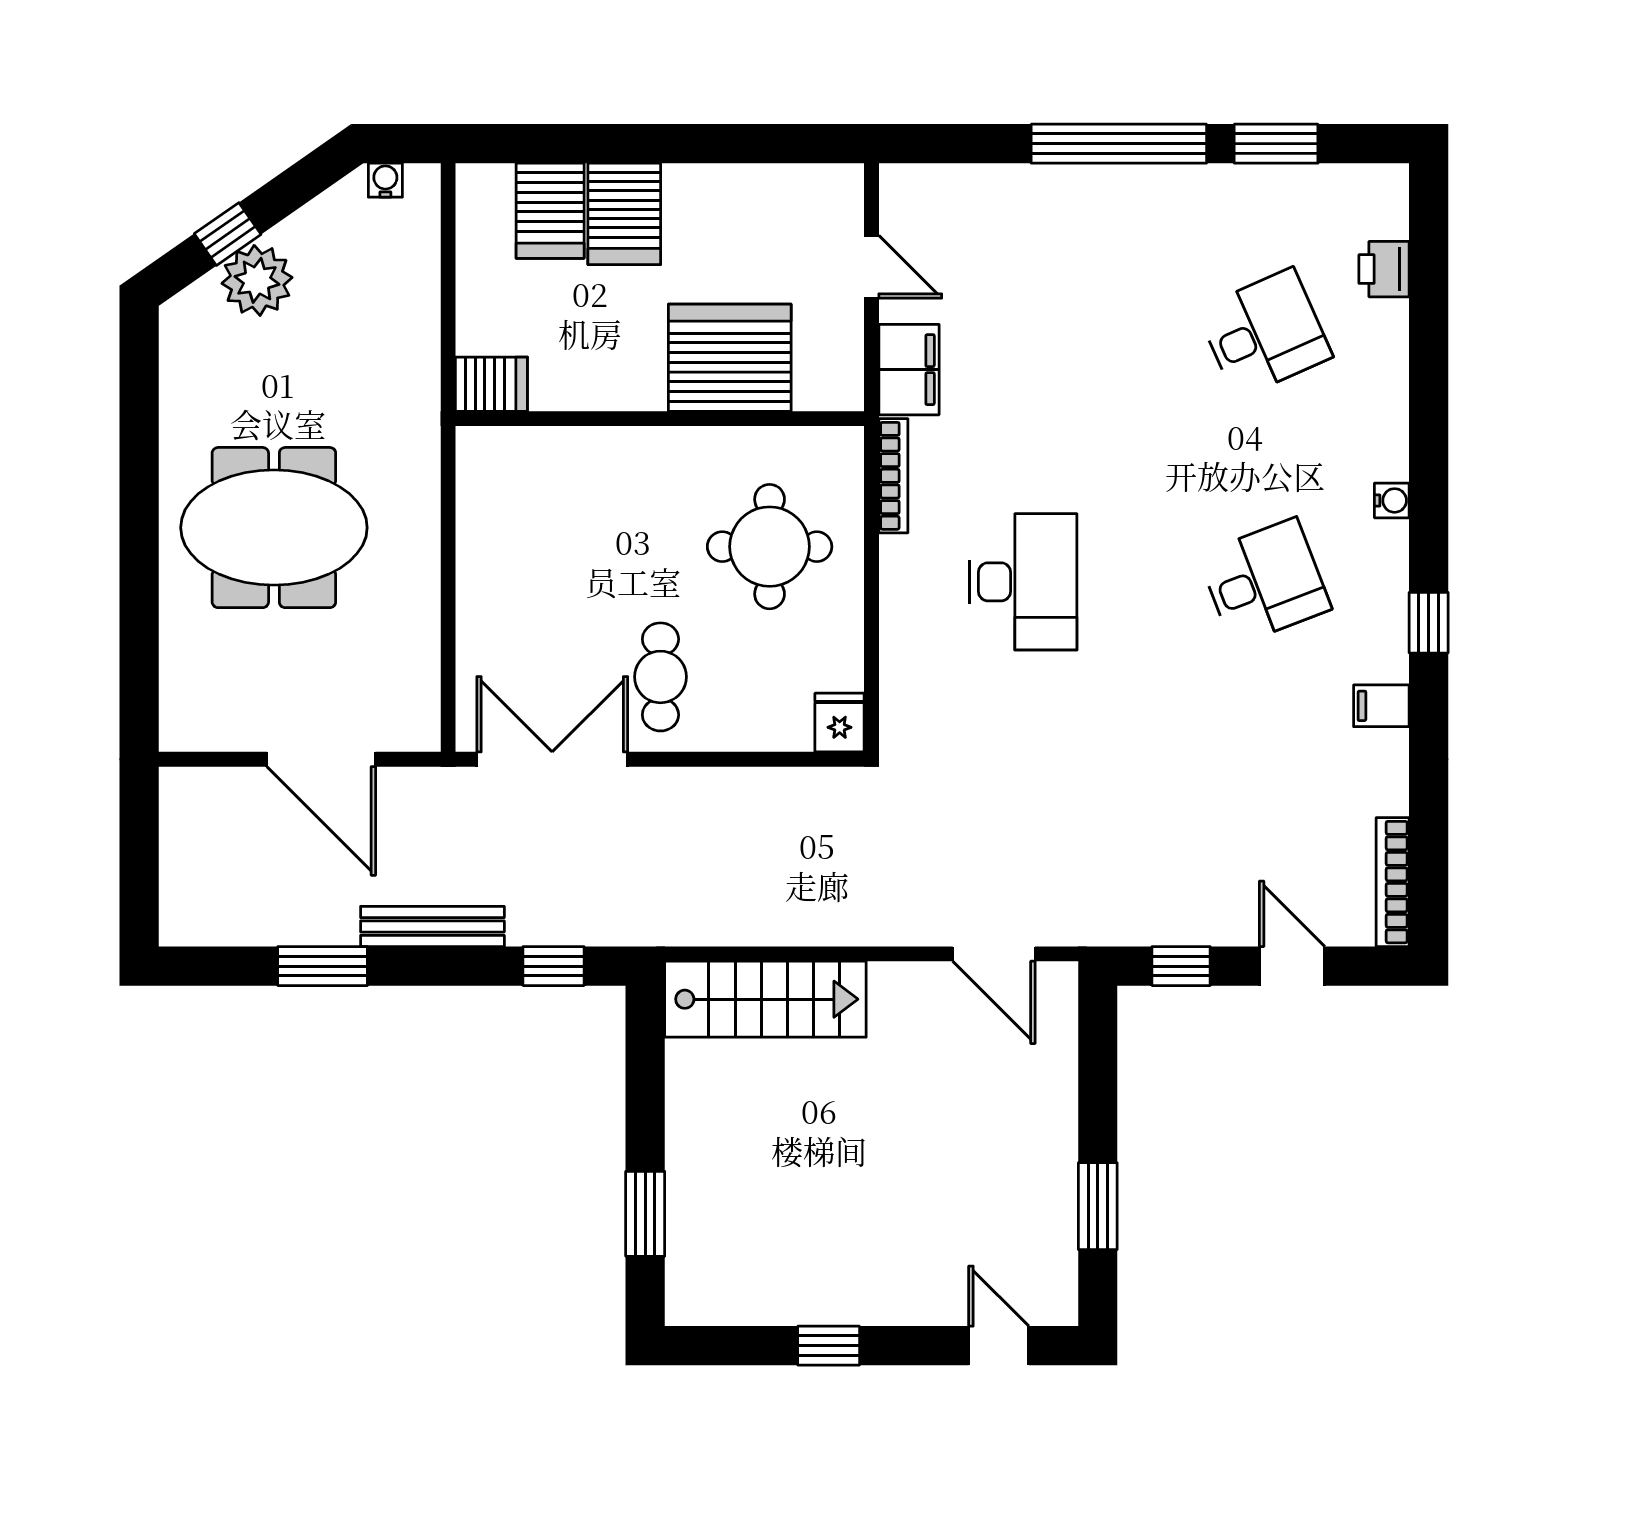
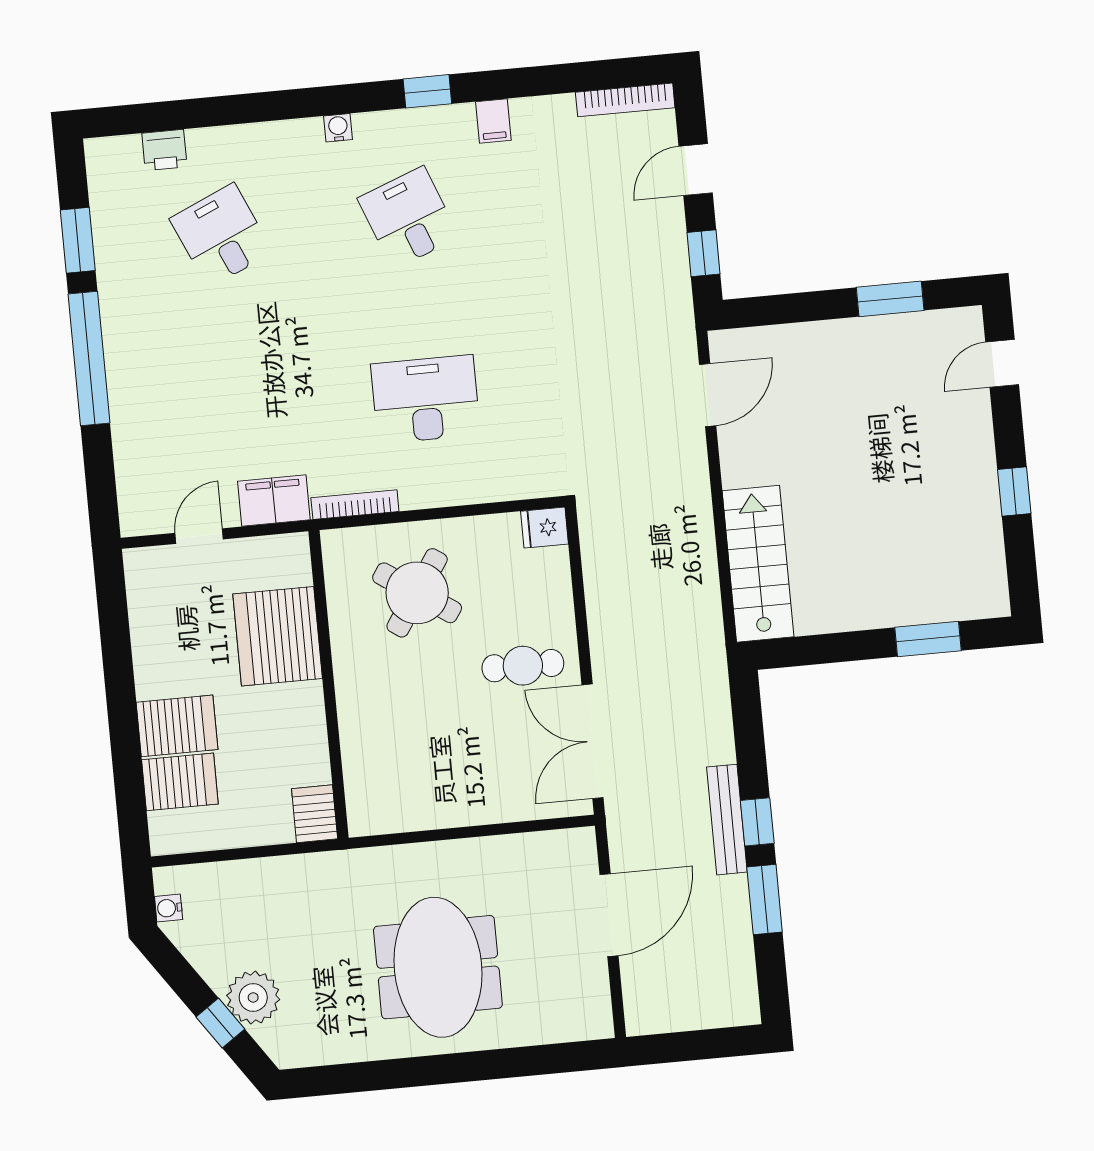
round table: (770, 547) -> (417, 593), turned 34
window: (553, 966) -> (757, 822), moved

